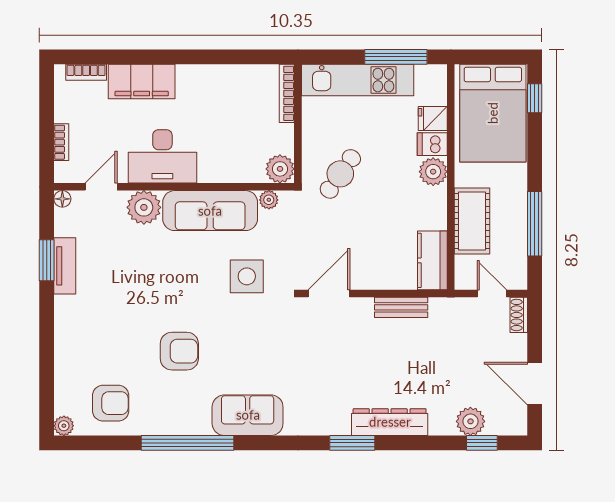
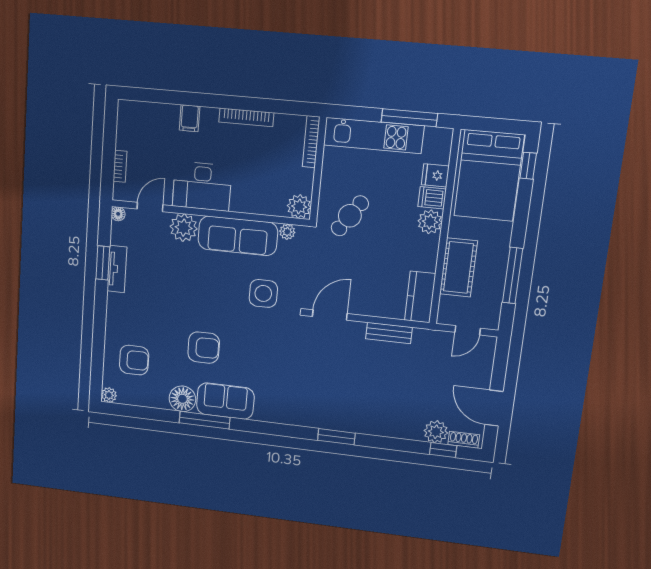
bookcase: (86, 72) -> (246, 117), moved, width x1.56
filing cabinet: (142, 81) -> (190, 118), width x0.33, depth x0.86
door: (492, 294) -> (468, 330), swing flipped
shoe rack: (519, 315) -> (464, 440), moved, turned 90
armchair: (111, 403) -> (134, 360), moved
sofa: (248, 415) -> (225, 401), moved
floor lamp: (158, 419) -> (182, 399), added
dresser: (390, 422) -> (369, 424), removed
window: (188, 443) -> (205, 420), width x0.68

